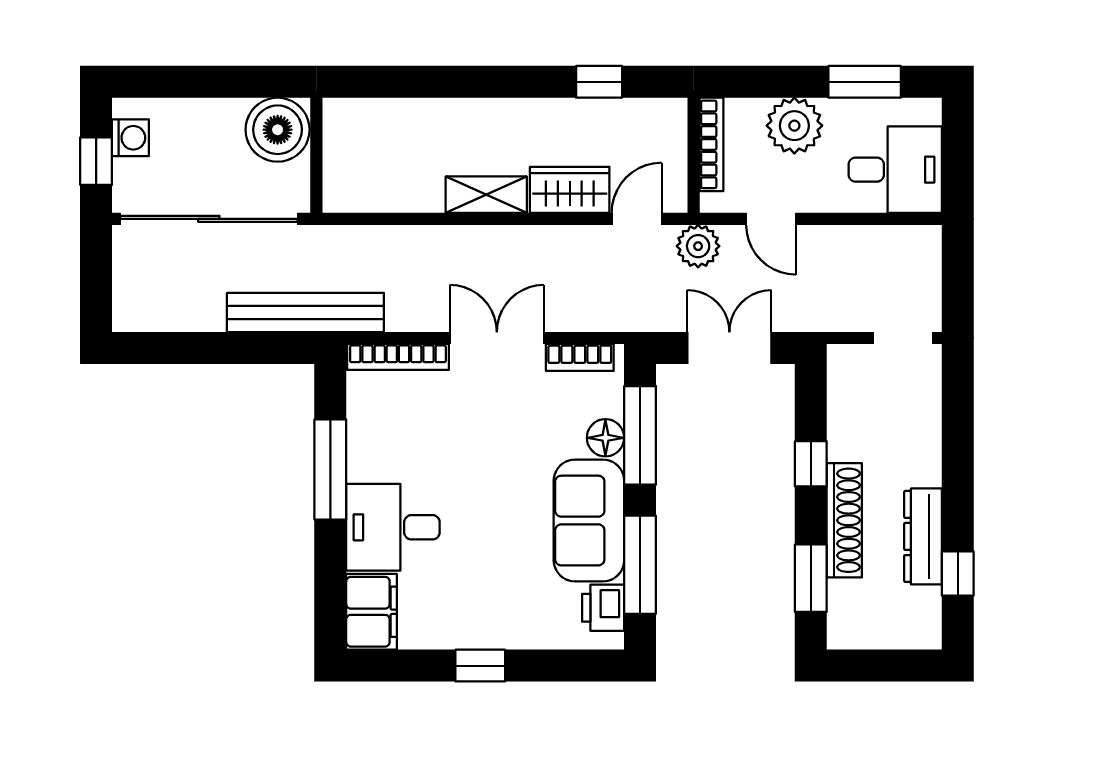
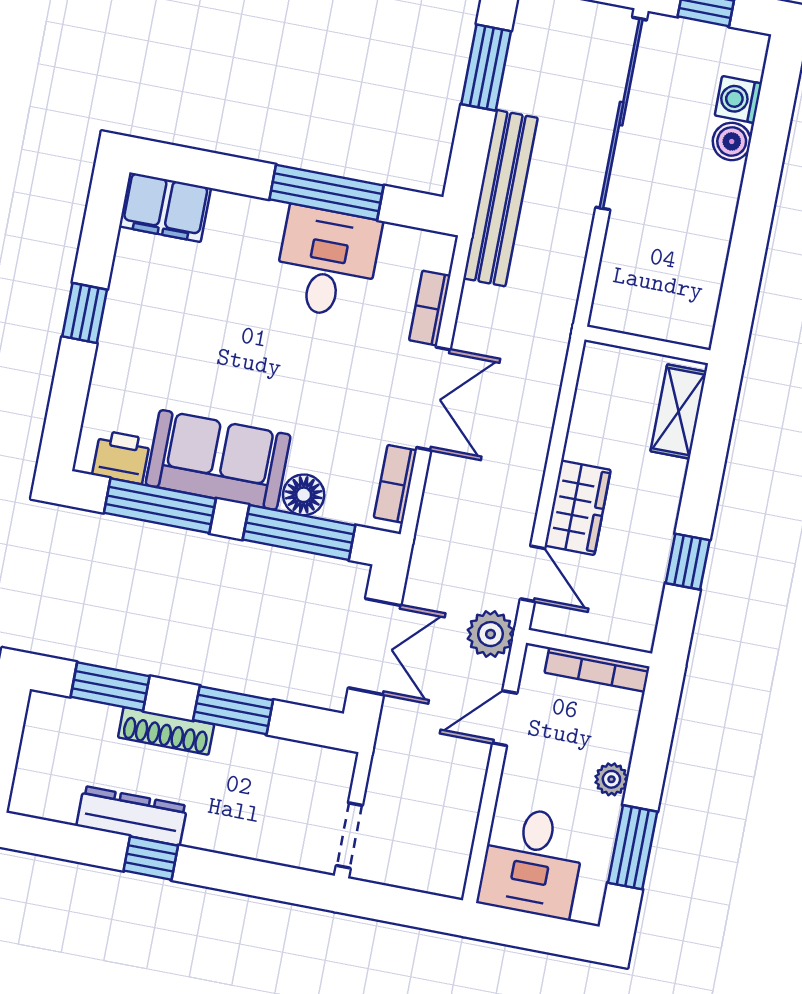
plant: (794, 126) -> (611, 779), width x0.53, depth x0.53
boiler: (278, 130) -> (732, 141), moved, width x0.54, depth x0.54
washing machine: (130, 138) -> (738, 99), moved, turned 90
wall: (316, 155) -> (647, 345), moved
shelving: (486, 195) -> (678, 412), moved
window: (191, 348) -> (486, 68), added
bookcase: (398, 357) -> (430, 308), width x0.64
window: (811, 464) -> (233, 710), width x1.50
shoe rack: (844, 520) -> (166, 731), width x0.74, depth x0.81
desk: (393, 527) -> (327, 262), moved
window: (958, 574) -> (151, 858), moved

